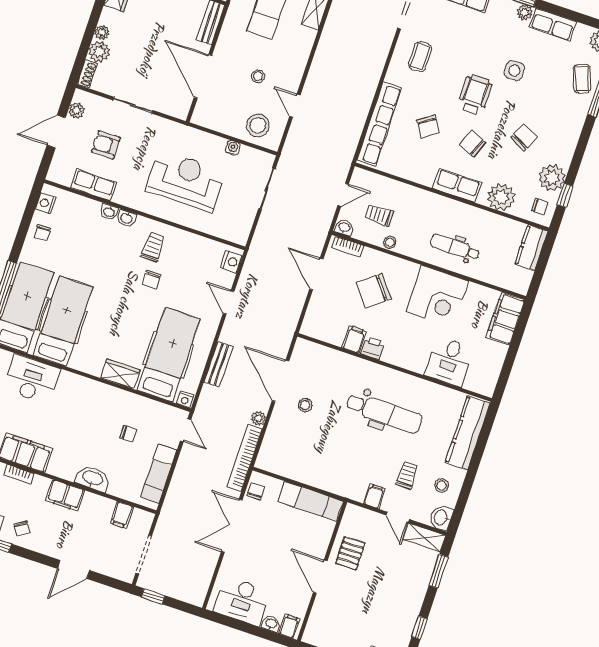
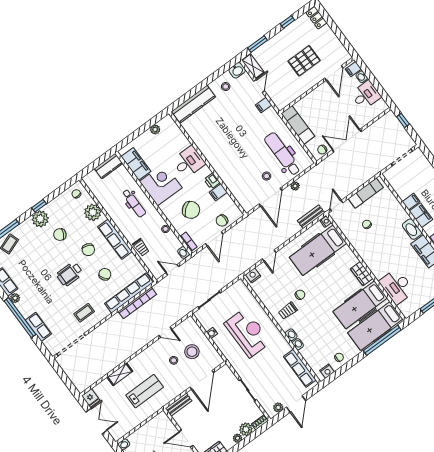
side table: (514, 71) -> (41, 272), removed
door: (295, 106) -> (165, 332), hinge flipped
stool: (258, 125) -> (192, 352), moved
door: (56, 131) -> (296, 404), hinge flipped
armchair: (106, 145) -> (276, 379), removed
plant: (552, 178) -> (40, 219), moved
reception desk: (186, 181) -> (248, 333), turned 180
row of seats: (94, 185) -> (300, 368), width x1.48
row of seats: (457, 185) -> (115, 239), width x1.48
window: (565, 195) -> (39, 206), moved
trolley: (379, 215) -> (141, 247), moved
kitchen counter: (531, 248) -> (109, 166), moved
chair: (323, 305) -> (222, 221), added
filing cabinet: (505, 319) -> (136, 164), moved, turned -90
desk: (449, 361) -> (189, 162), moved
bench: (218, 364) -> (311, 217), moved
plant: (495, 364) -> (155, 129), added
wardrobe: (120, 374) -> (362, 274), moved
dental chair: (384, 413) -> (282, 154), moved
bookcase: (245, 458) -> (137, 303), moved
trolley: (407, 475) -> (239, 104), removed
washbasin: (93, 478) -> (412, 229), moved
filing cabinet: (122, 515) -> (411, 202), moved
double door: (232, 526) -> (347, 141), swing flipped
pallet: (350, 553) -> (304, 61), moved, width x1.50, depth x1.42
door: (320, 577) -> (334, 73), moved
window: (153, 596) -> (403, 120), moved
desk: (242, 601) -> (366, 95), width x0.73

